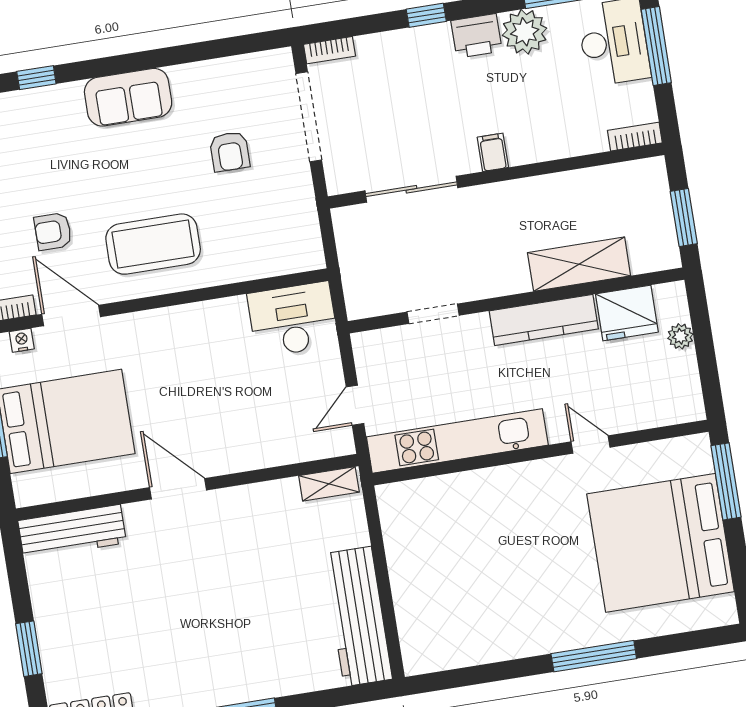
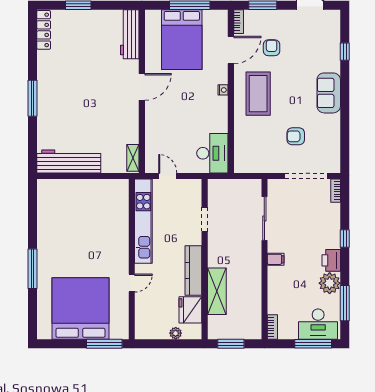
nightstand: (22, 340) -> (223, 90), moved

